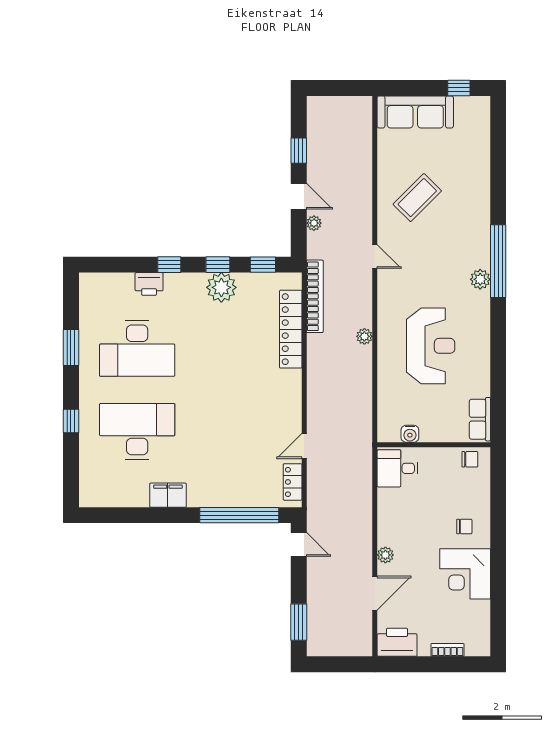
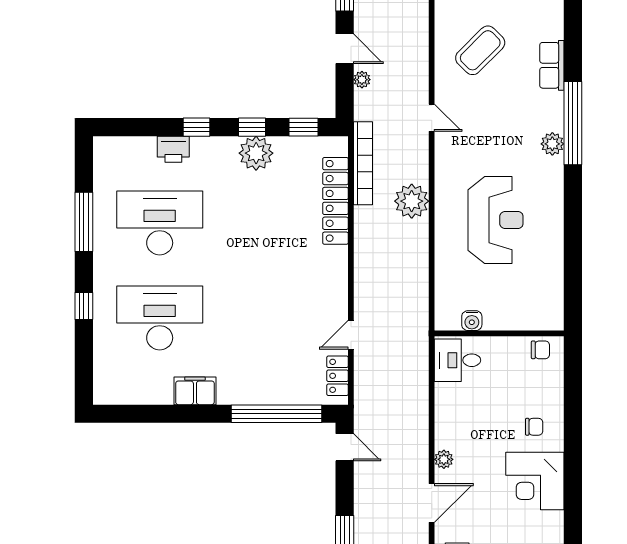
plant: (364, 336) -> (412, 201), width x1.88, depth x1.88
window: (71, 347) -> (84, 222), width x1.44
desk: (137, 348) -> (160, 223), turned 180
row of seats: (480, 419) -> (552, 65), moved

